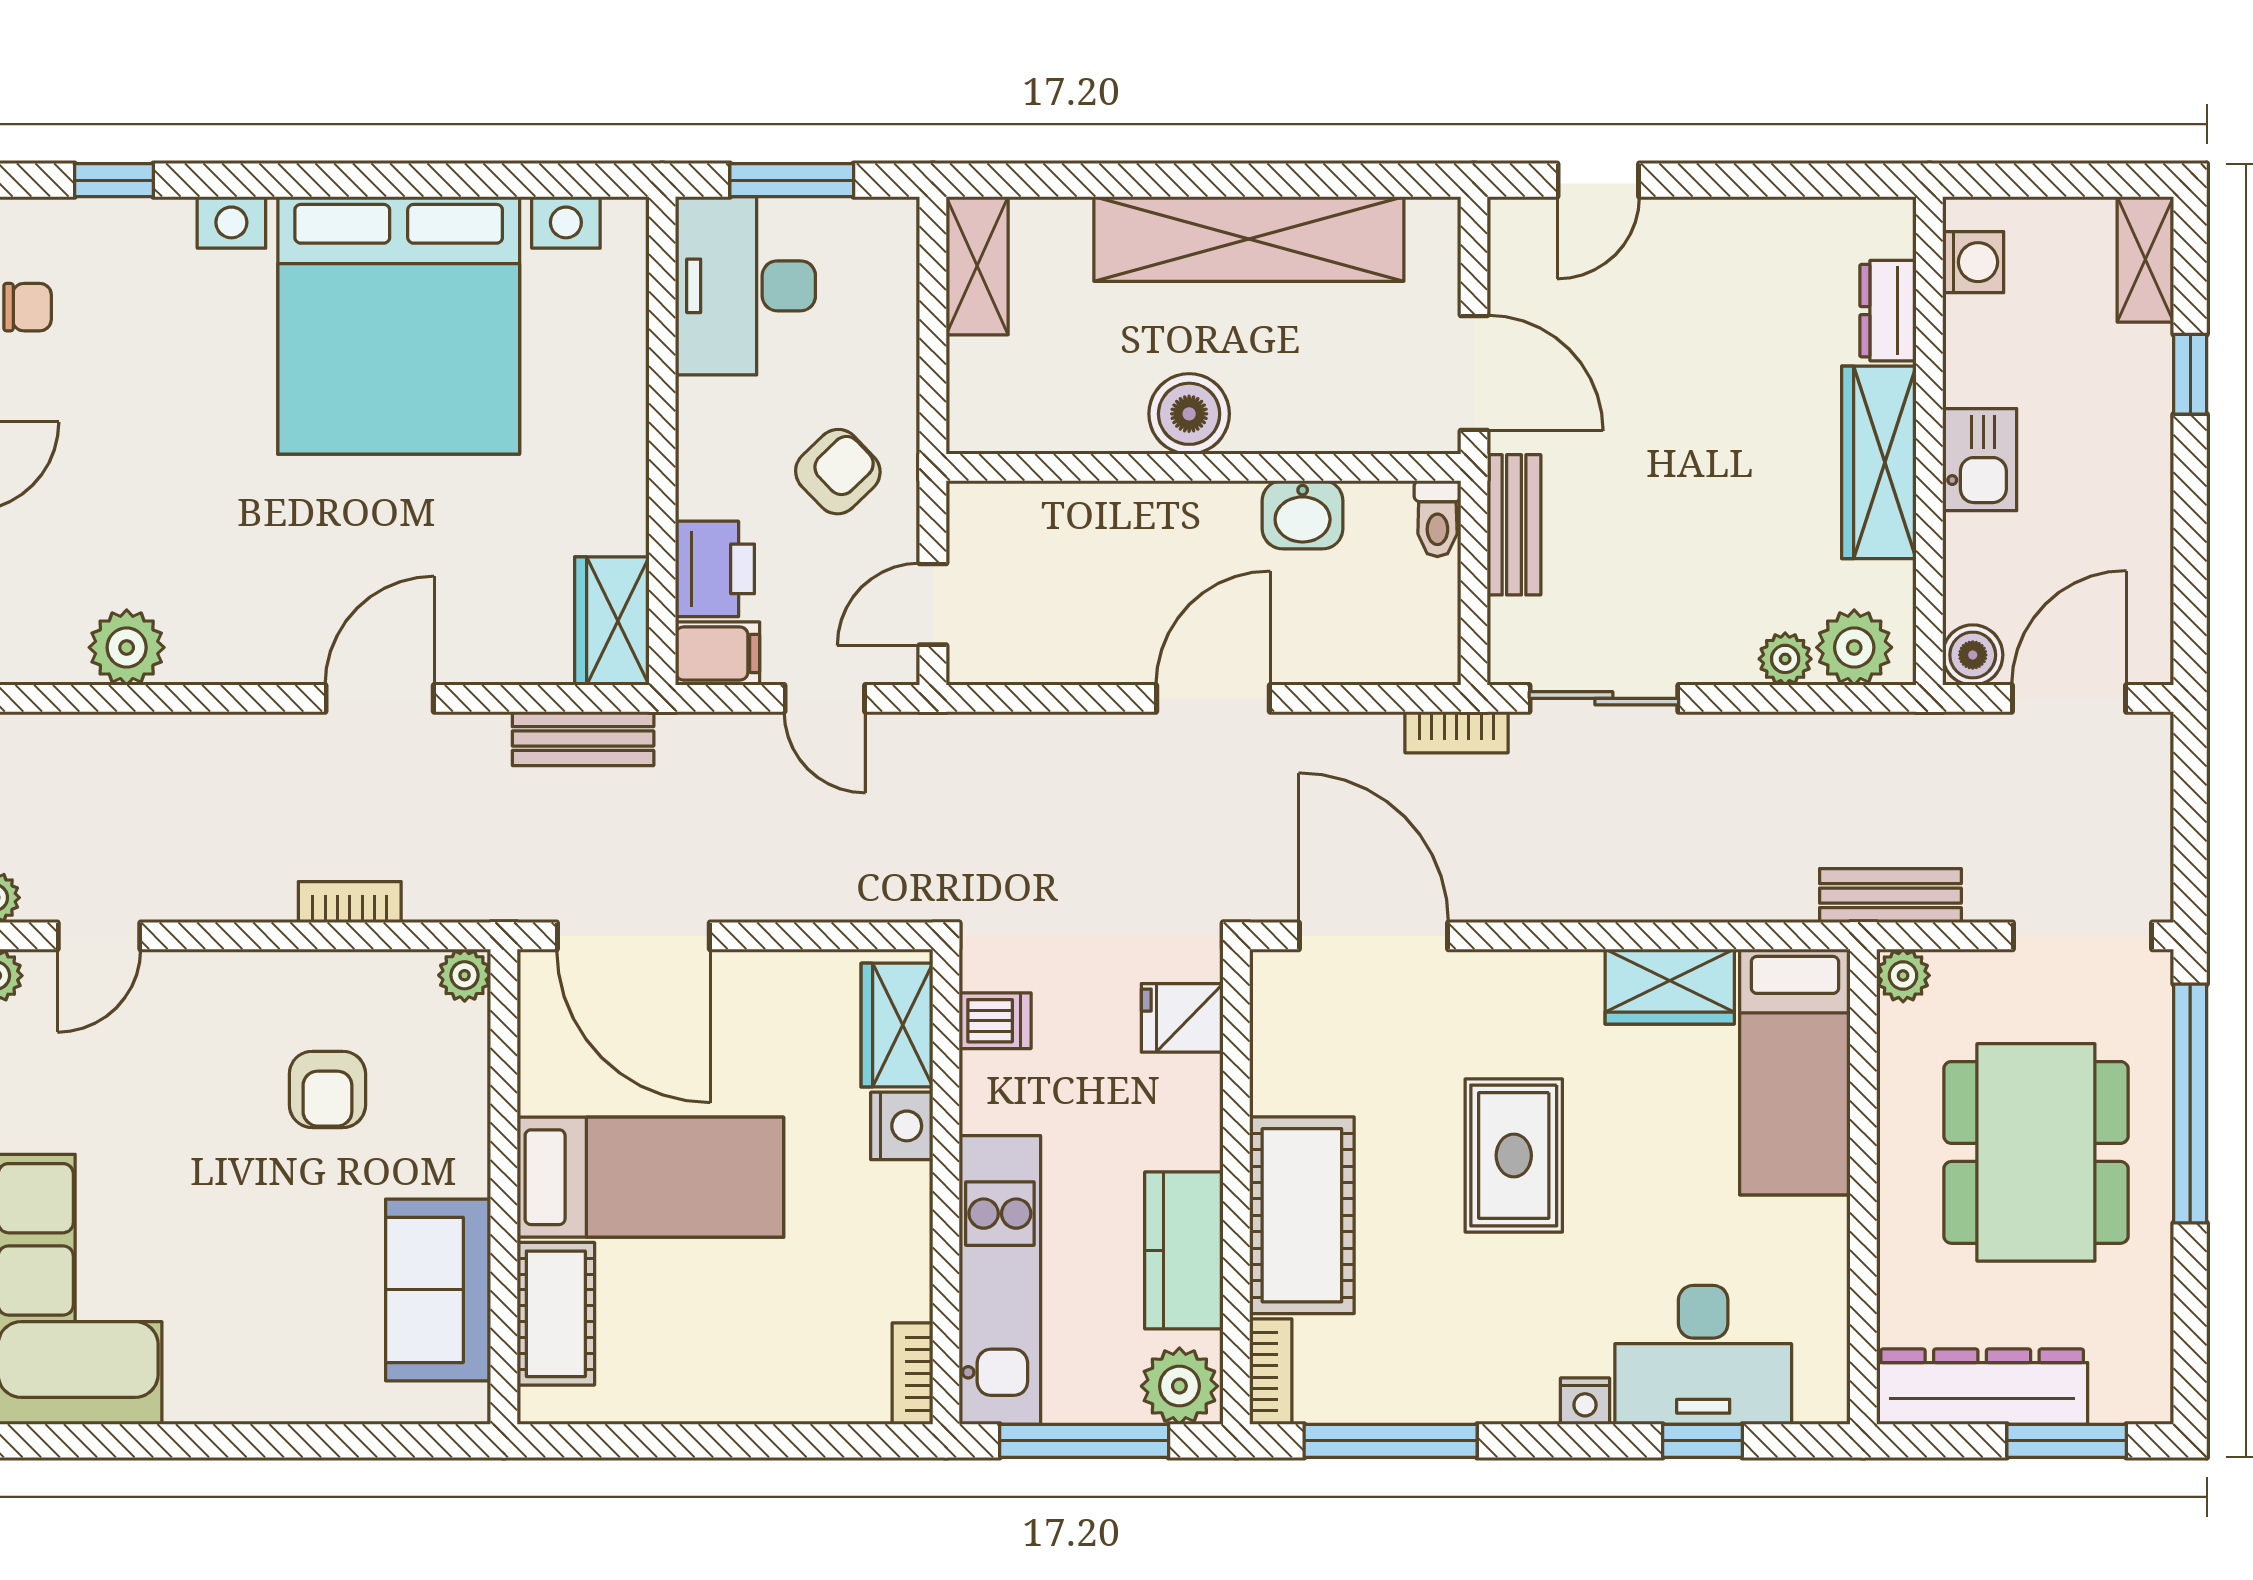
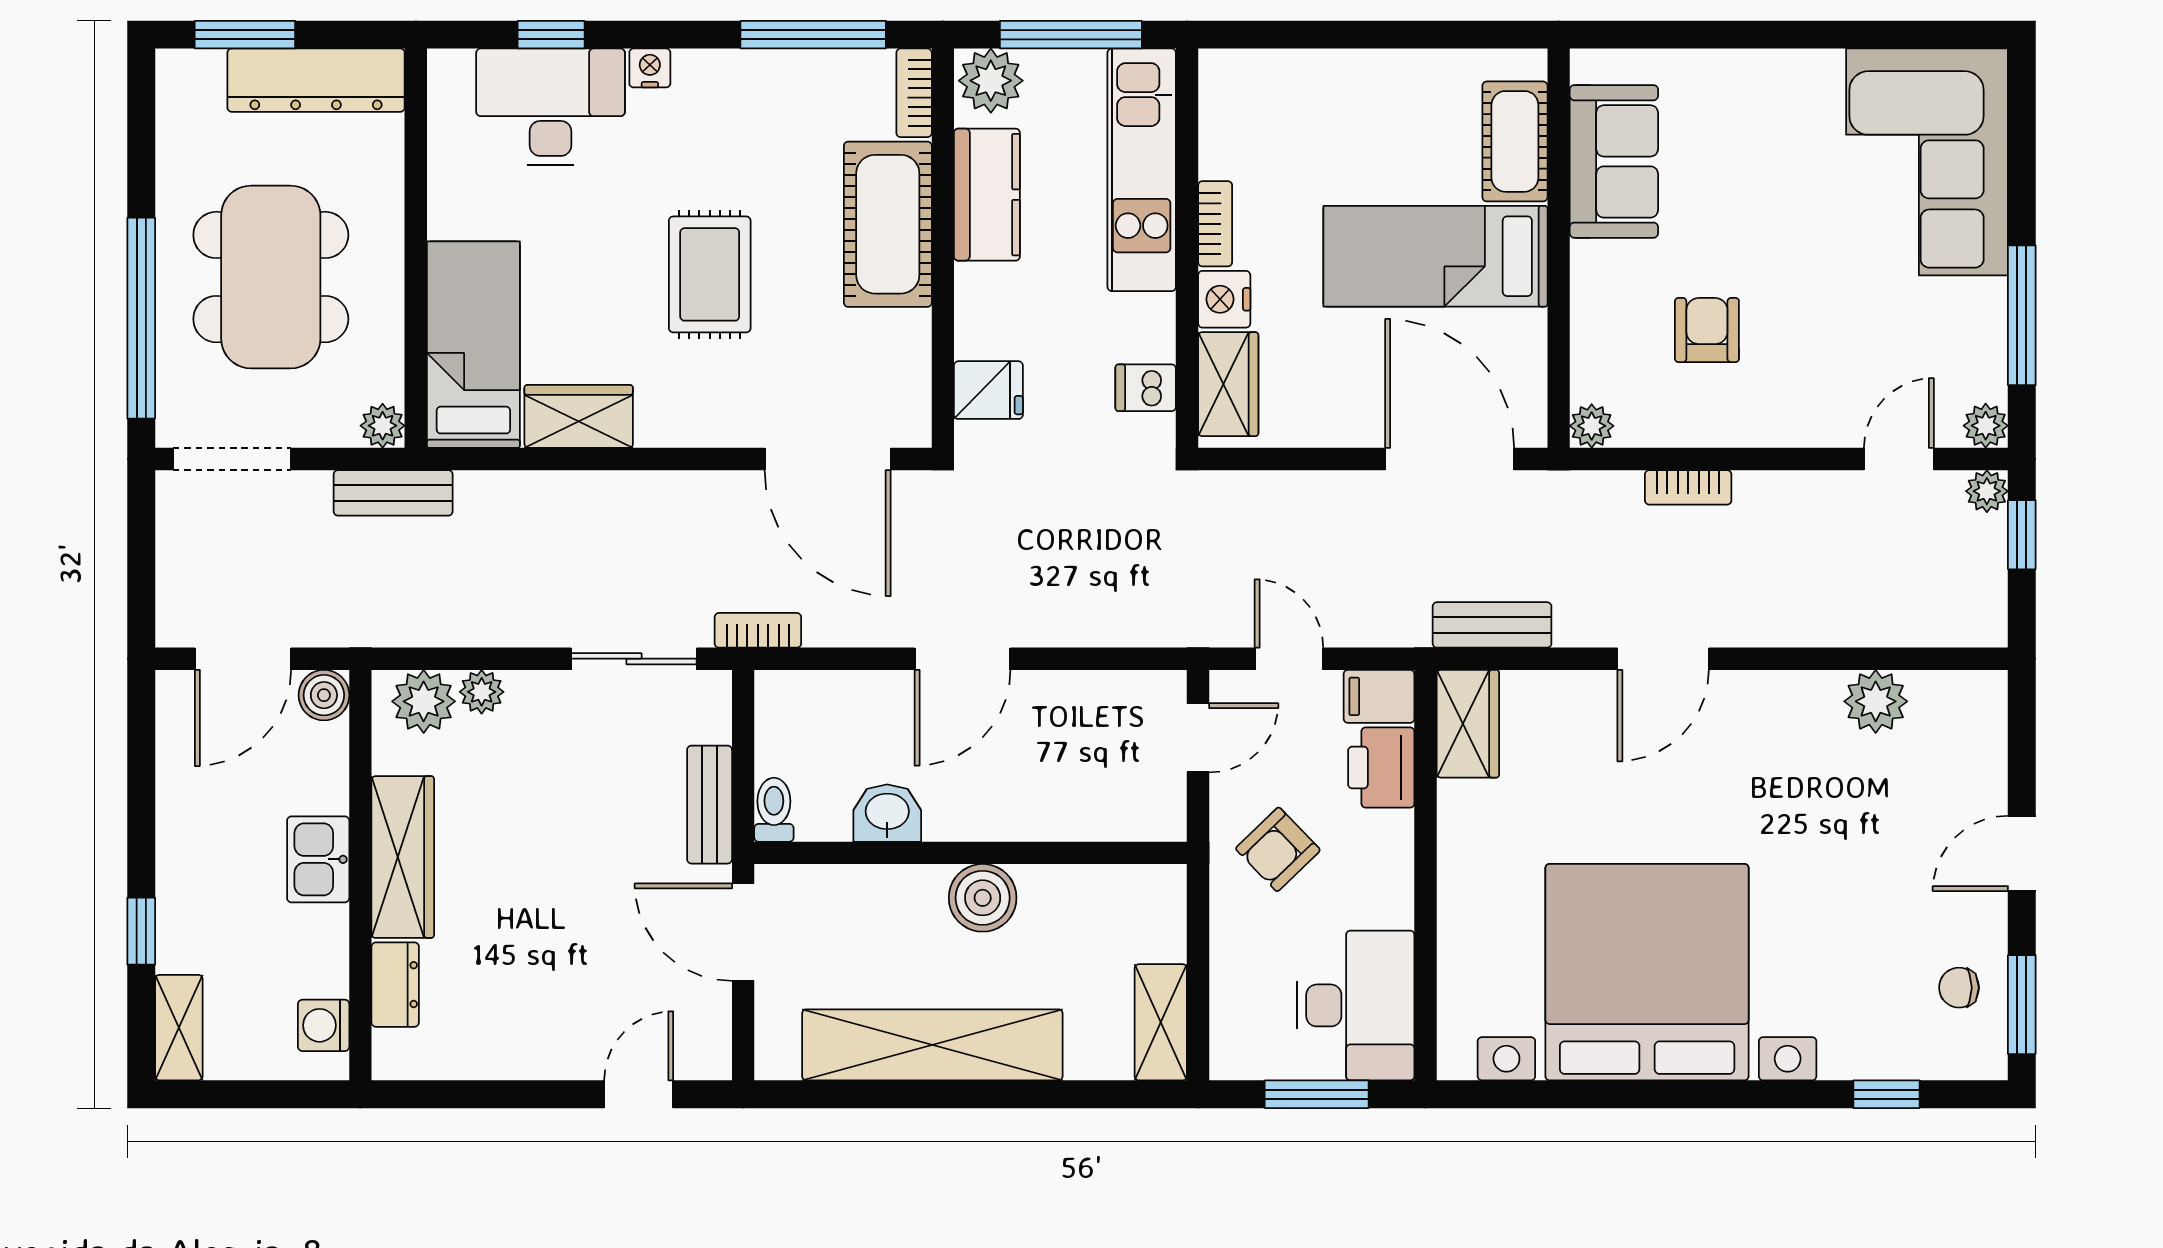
bookcase: (913, 1374) -> (1215, 224), moved

